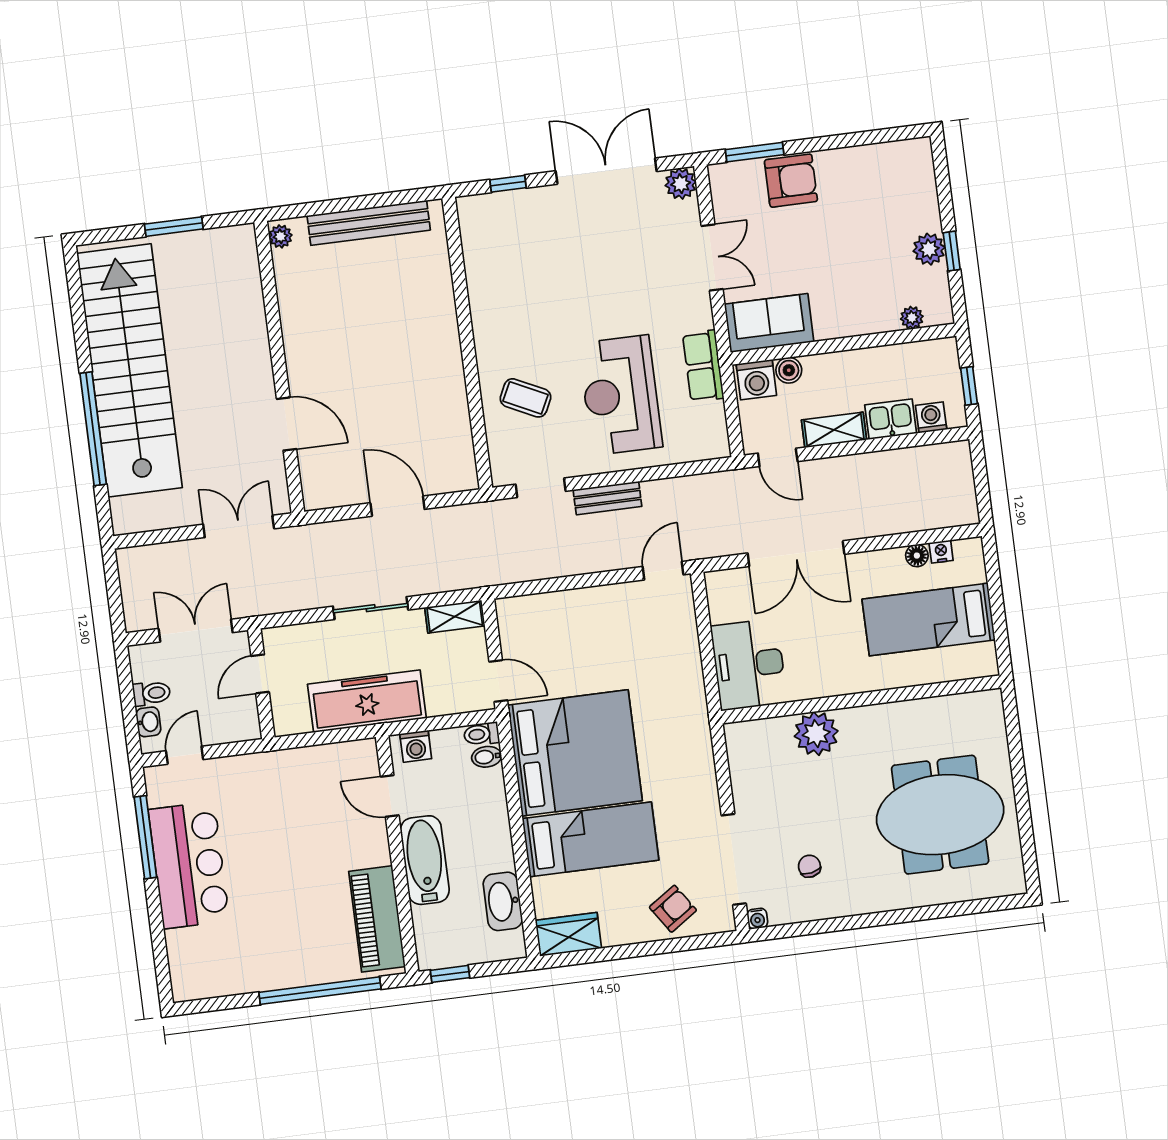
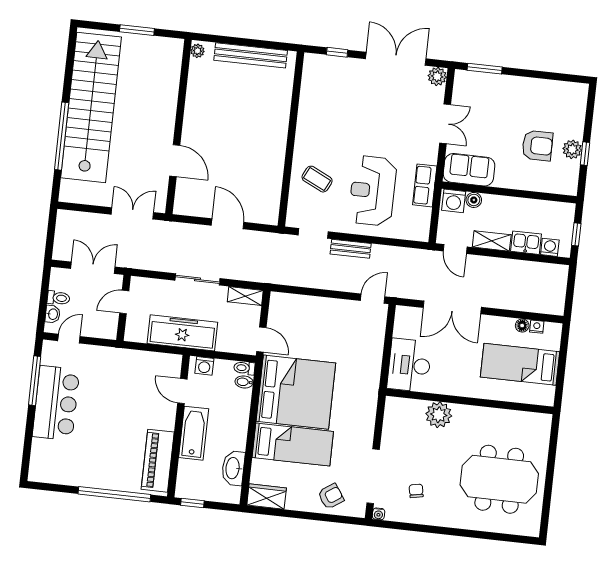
armchair: (791, 181) -> (537, 146), moved
plant: (912, 318) -> (553, 187), removed

